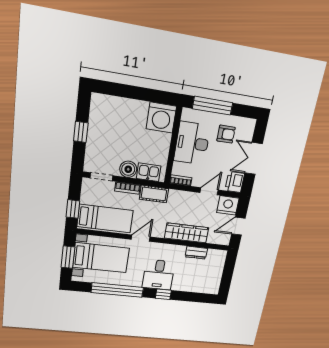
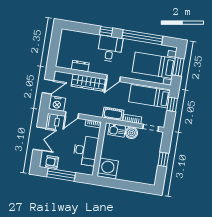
window: (213, 106) -> (61, 175), moved
armchair: (226, 134) -> (52, 162), moved
door: (141, 238) -> (113, 78), moved

